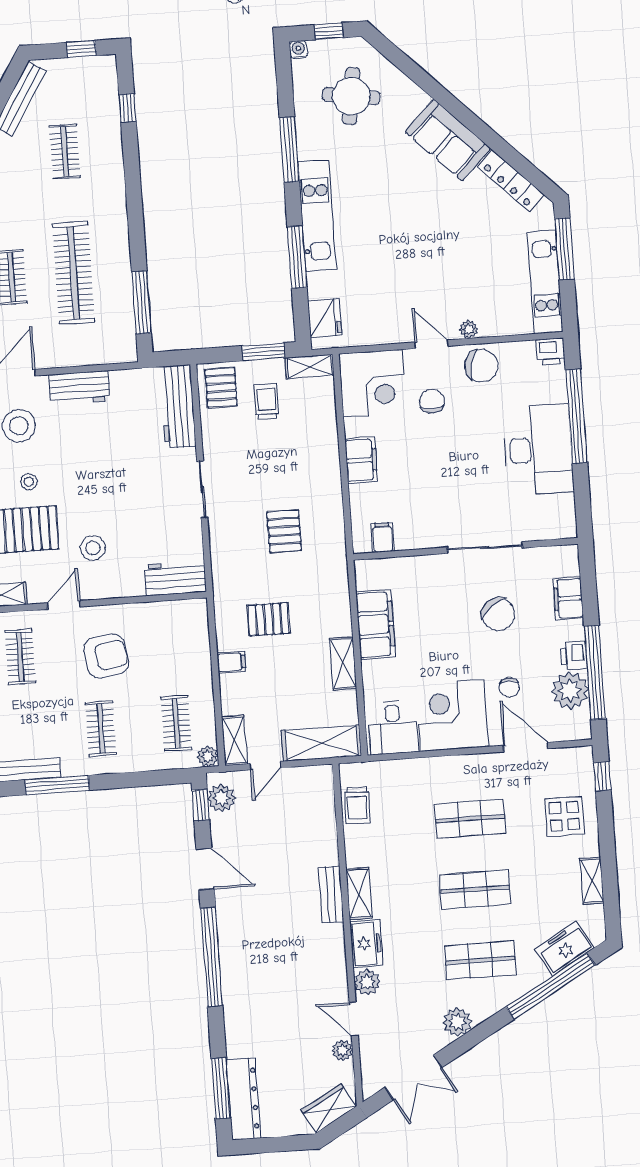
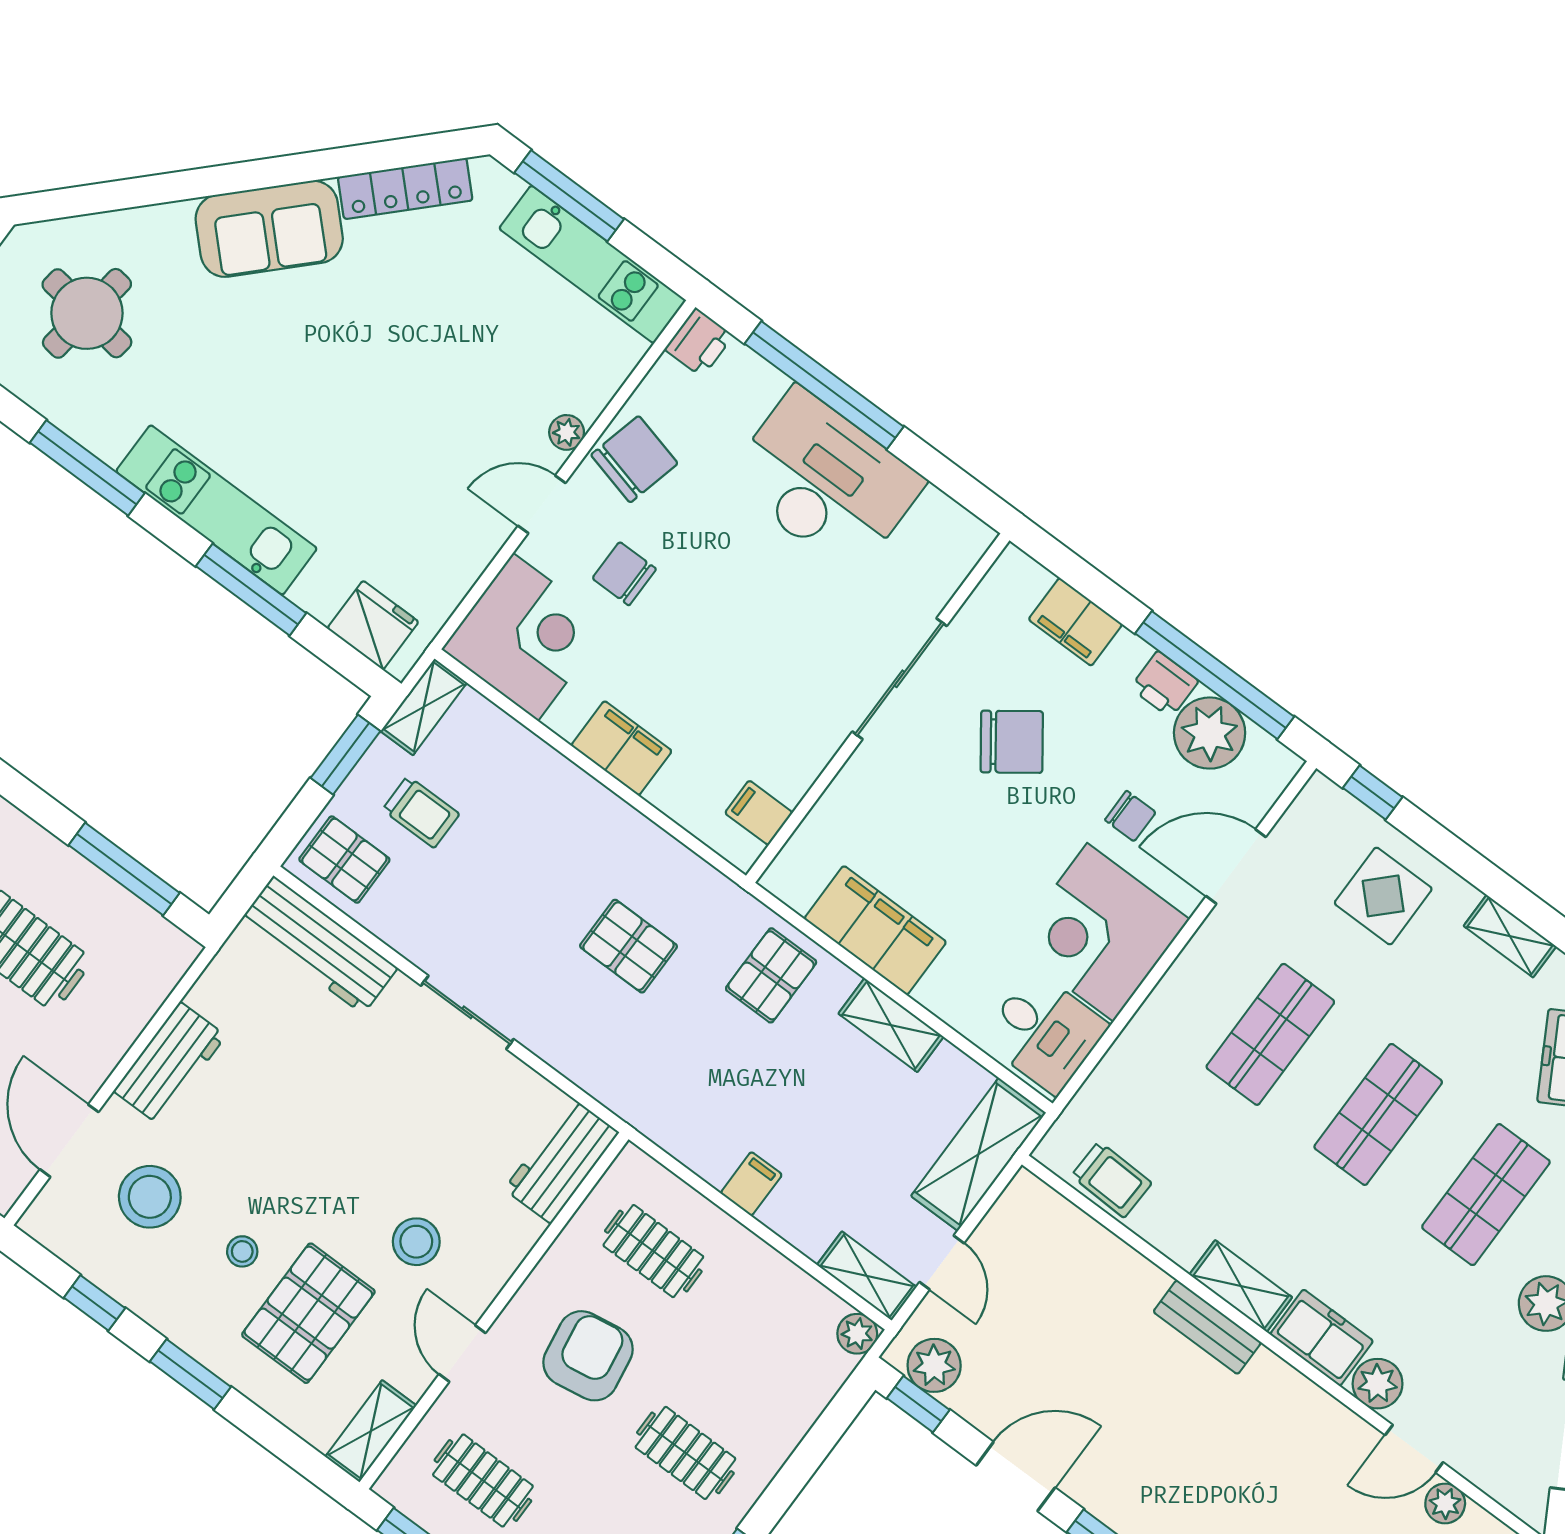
trolley: (266, 402) -> (421, 812), turned 180
pallet: (269, 619) -> (771, 975), moved
clothes rail: (176, 723) -> (653, 1251), moved

